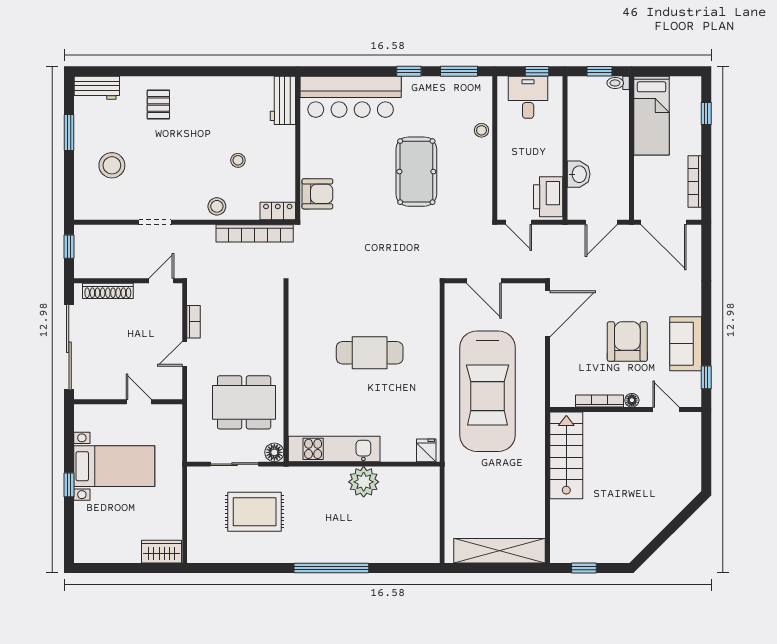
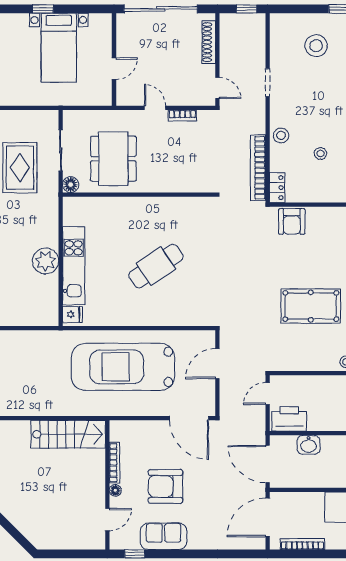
door: (601, 222) -> (268, 464), width x1.36
armchair: (627, 342) -> (165, 486), turned 180
cafe table: (370, 353) -> (156, 266), turned 56
kitchen unit: (334, 449) -> (74, 266), moved

